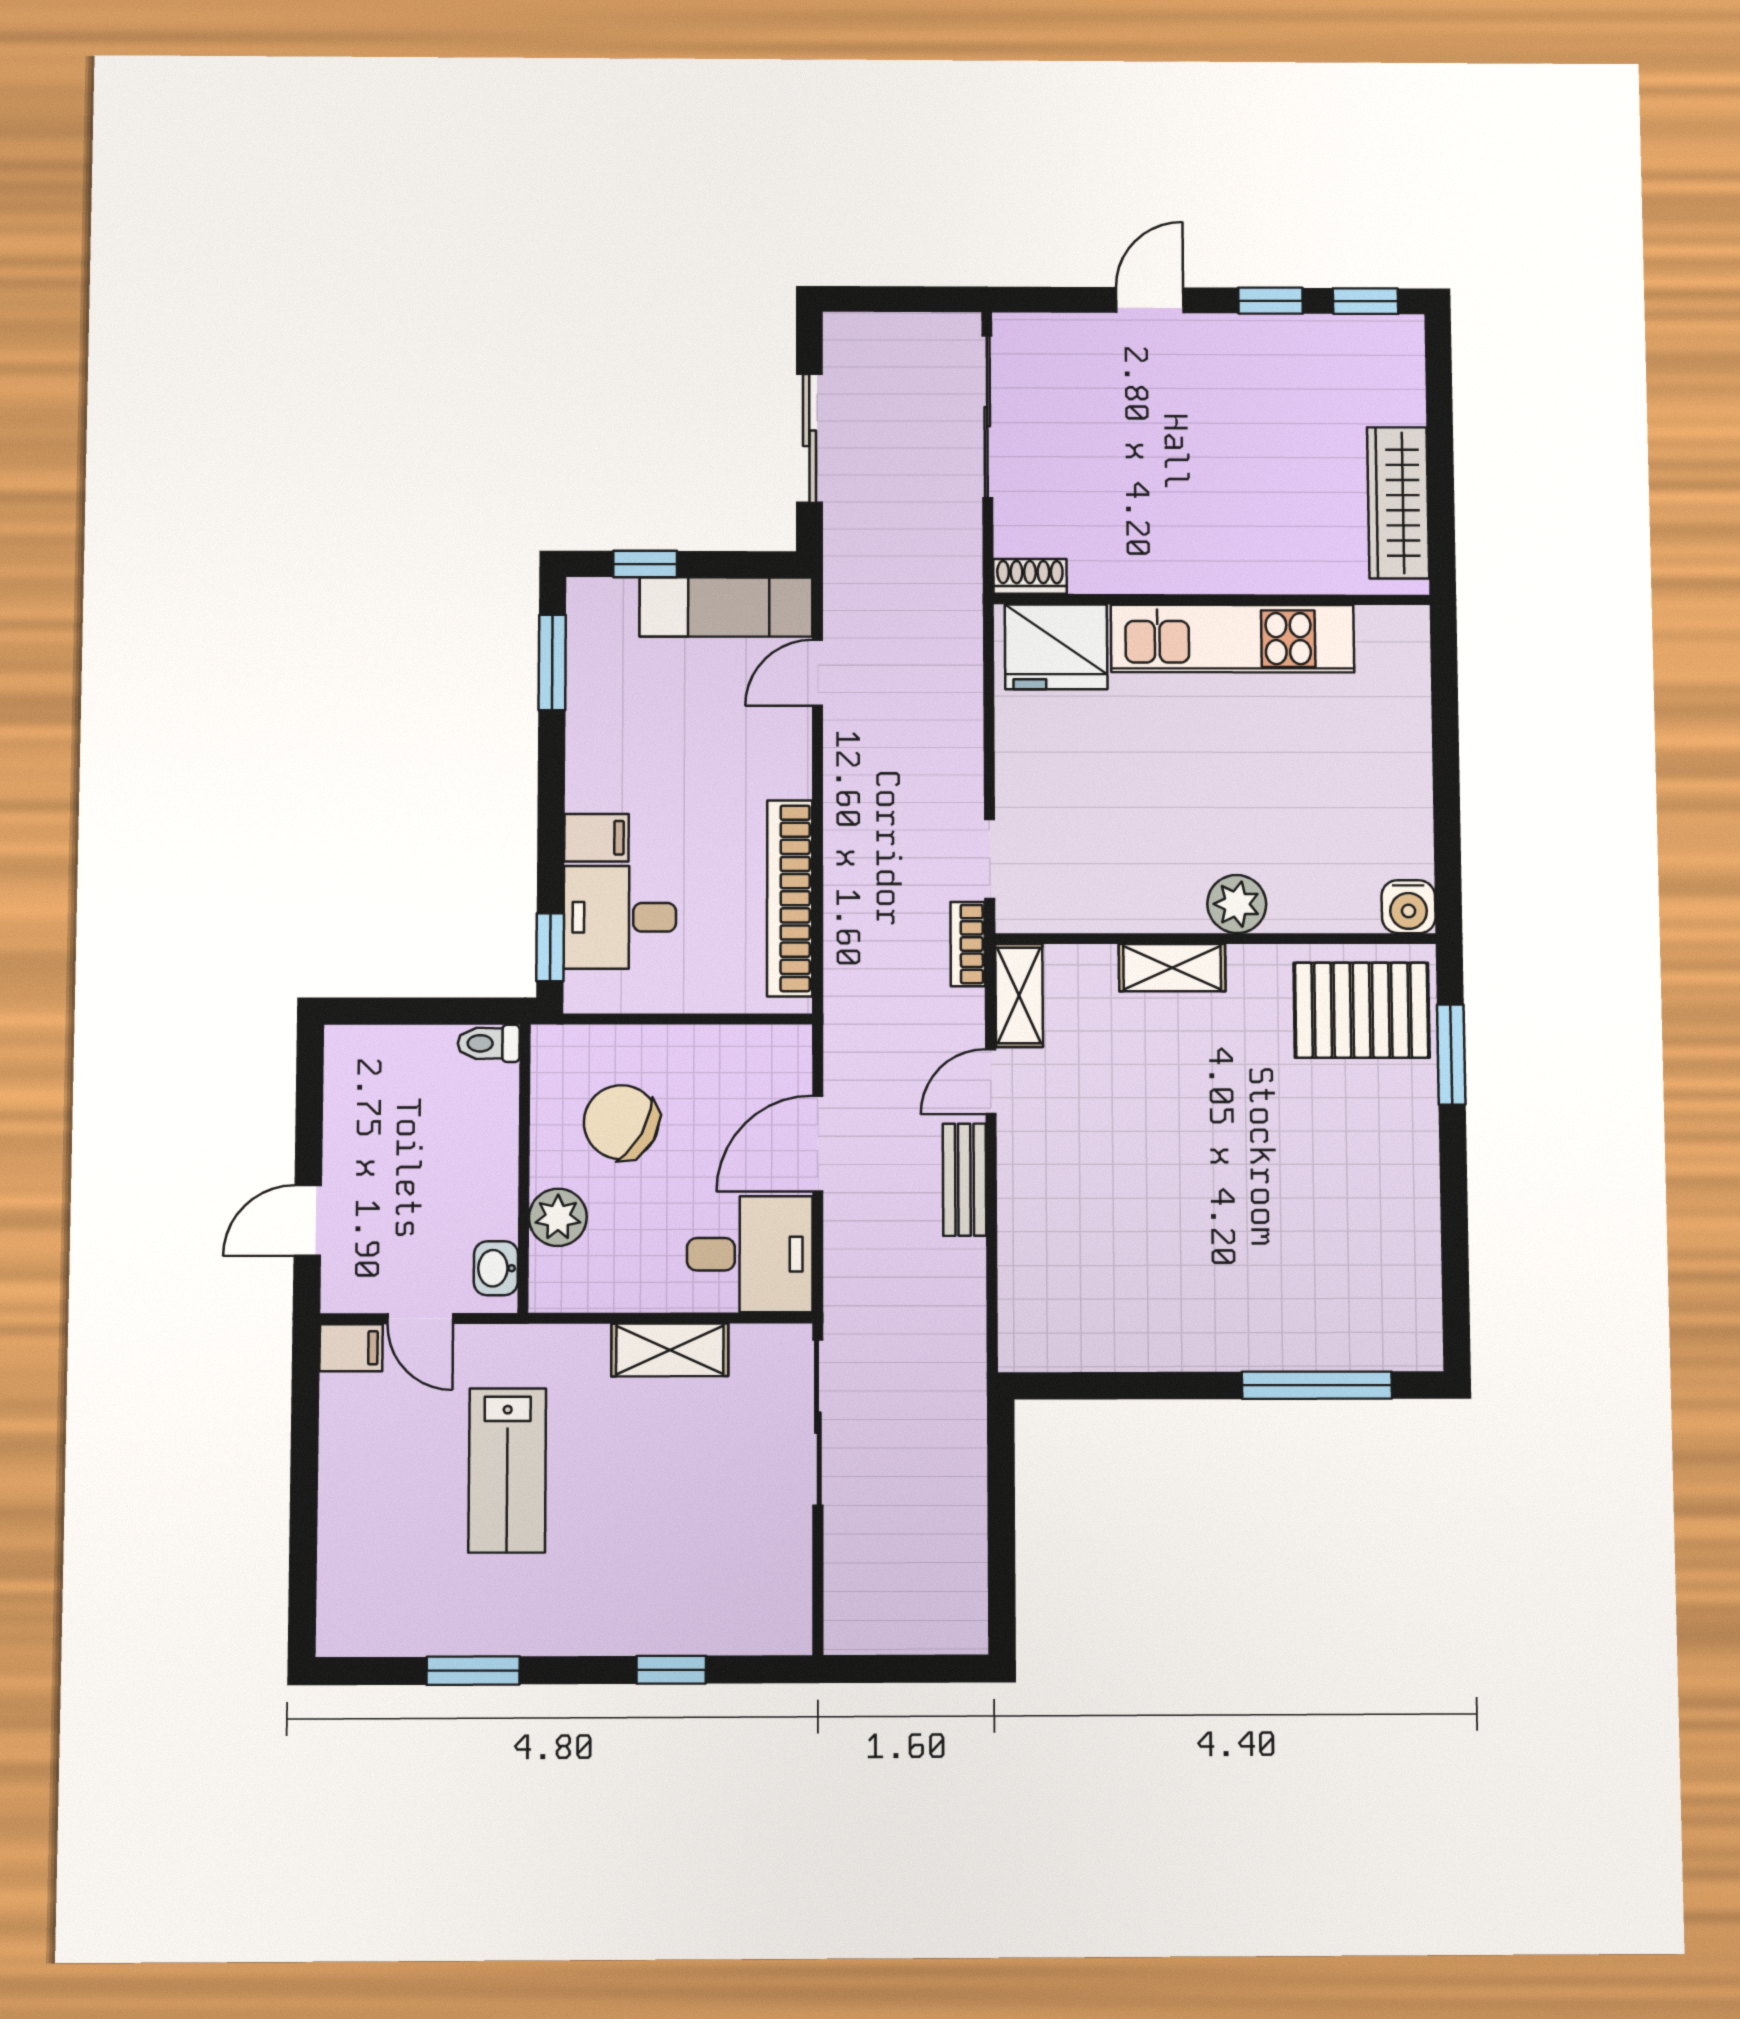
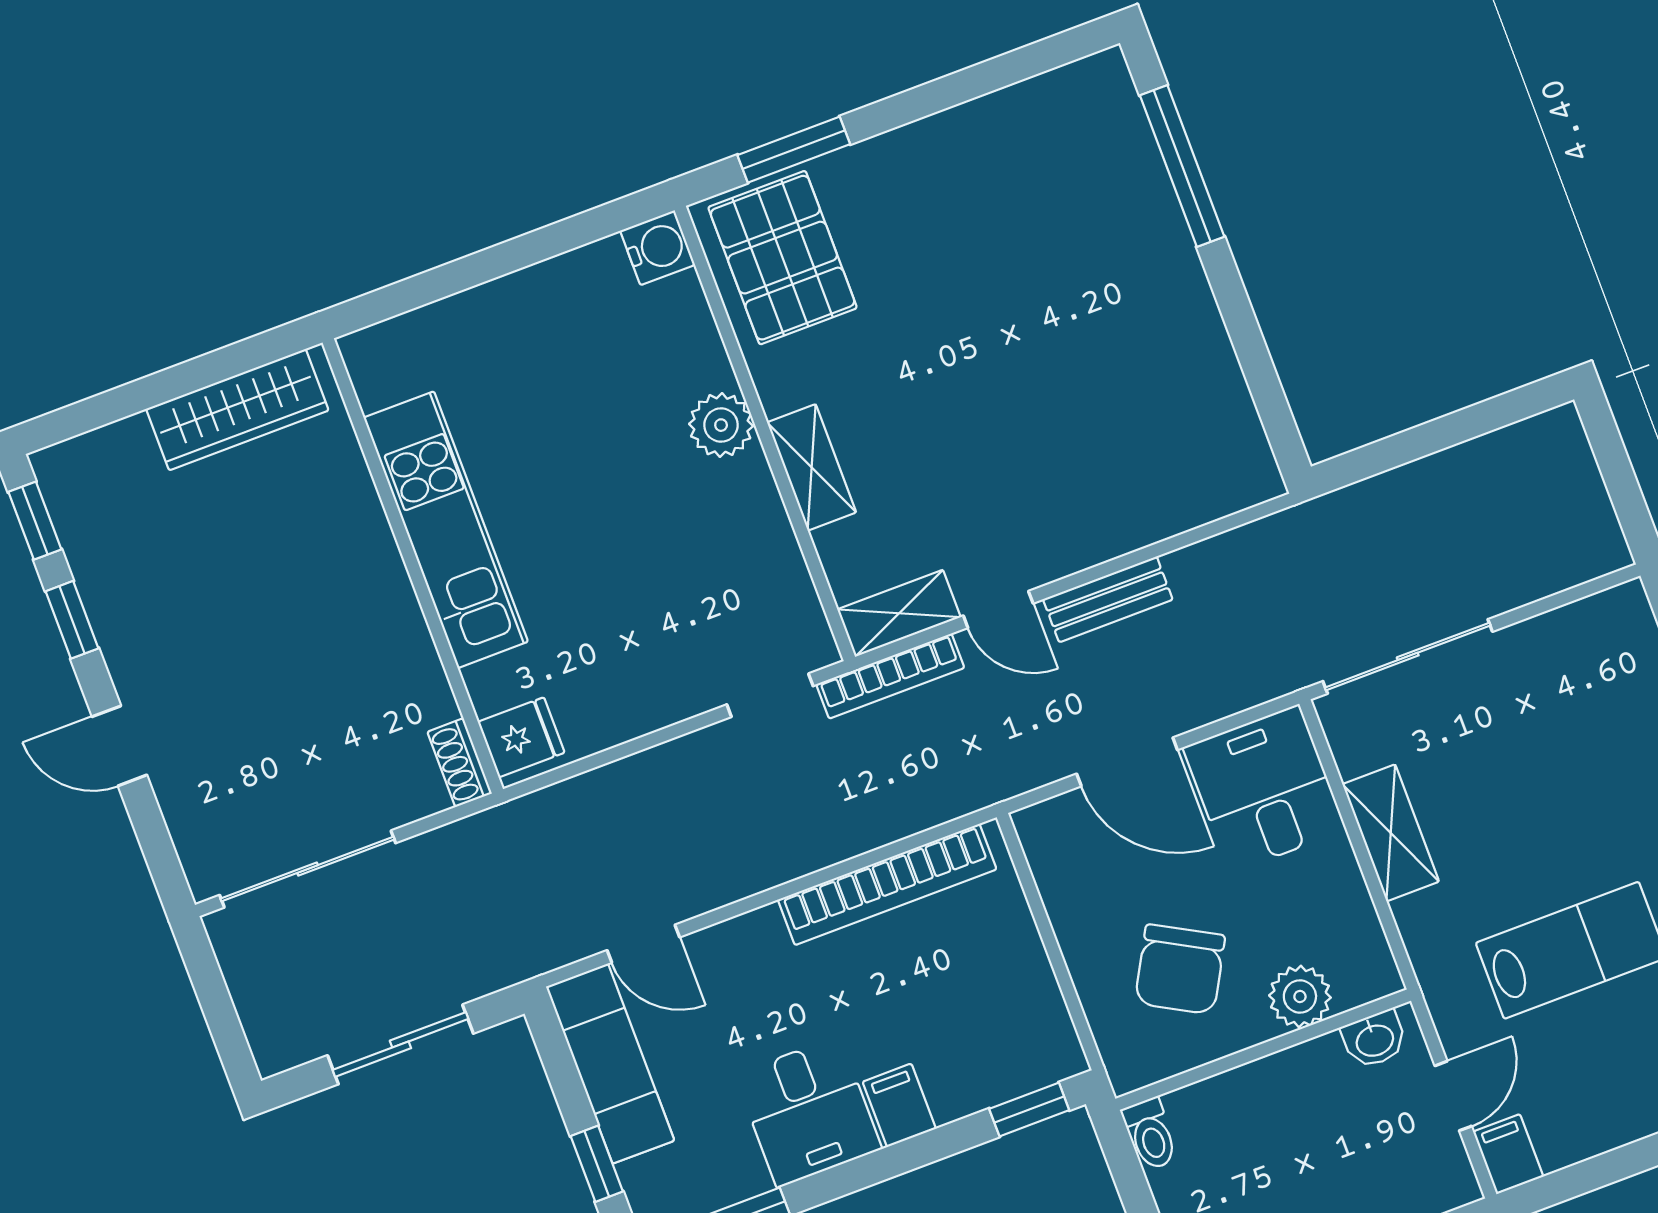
fridge: (1056, 647) -> (521, 737), width x0.53, depth x0.75
desk: (620, 917) -> (808, 1112), moved
bookcase: (968, 944) -> (890, 676), width x1.56

